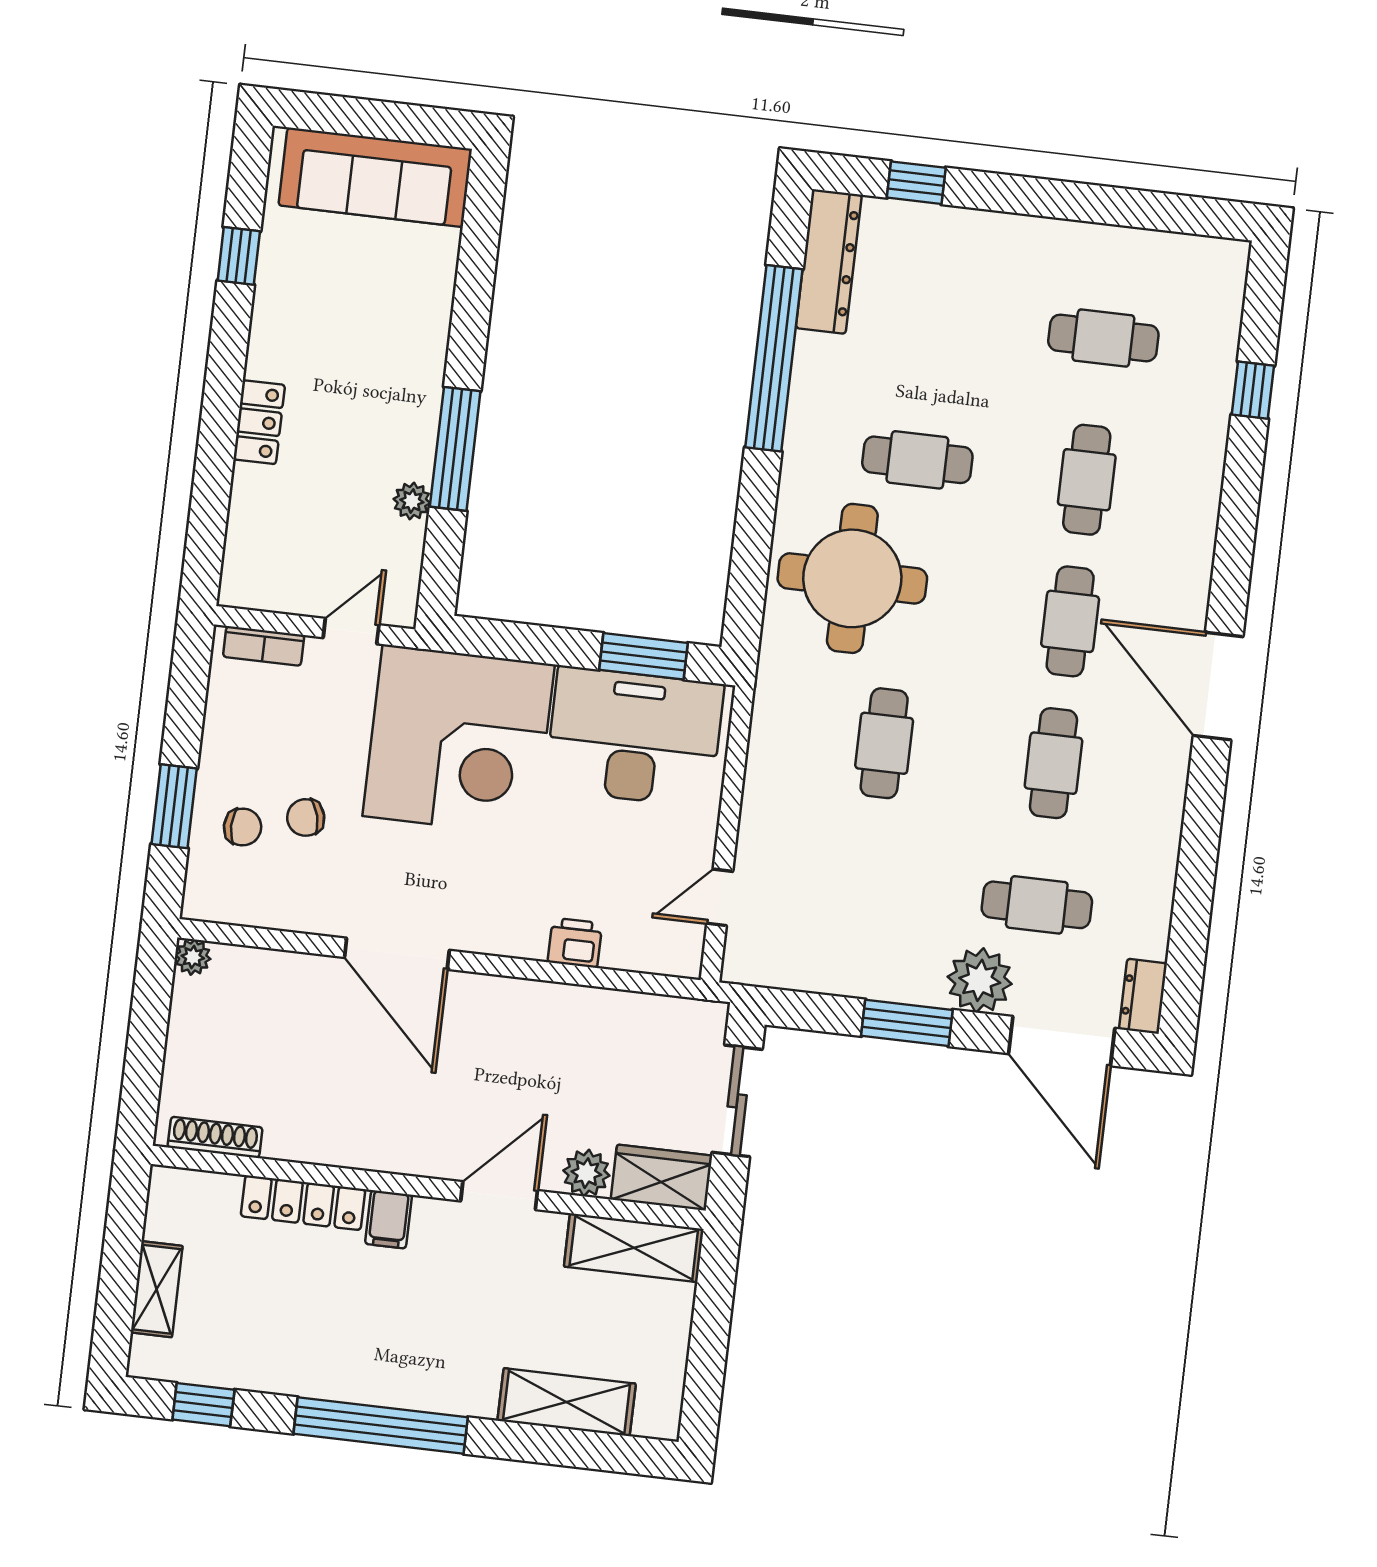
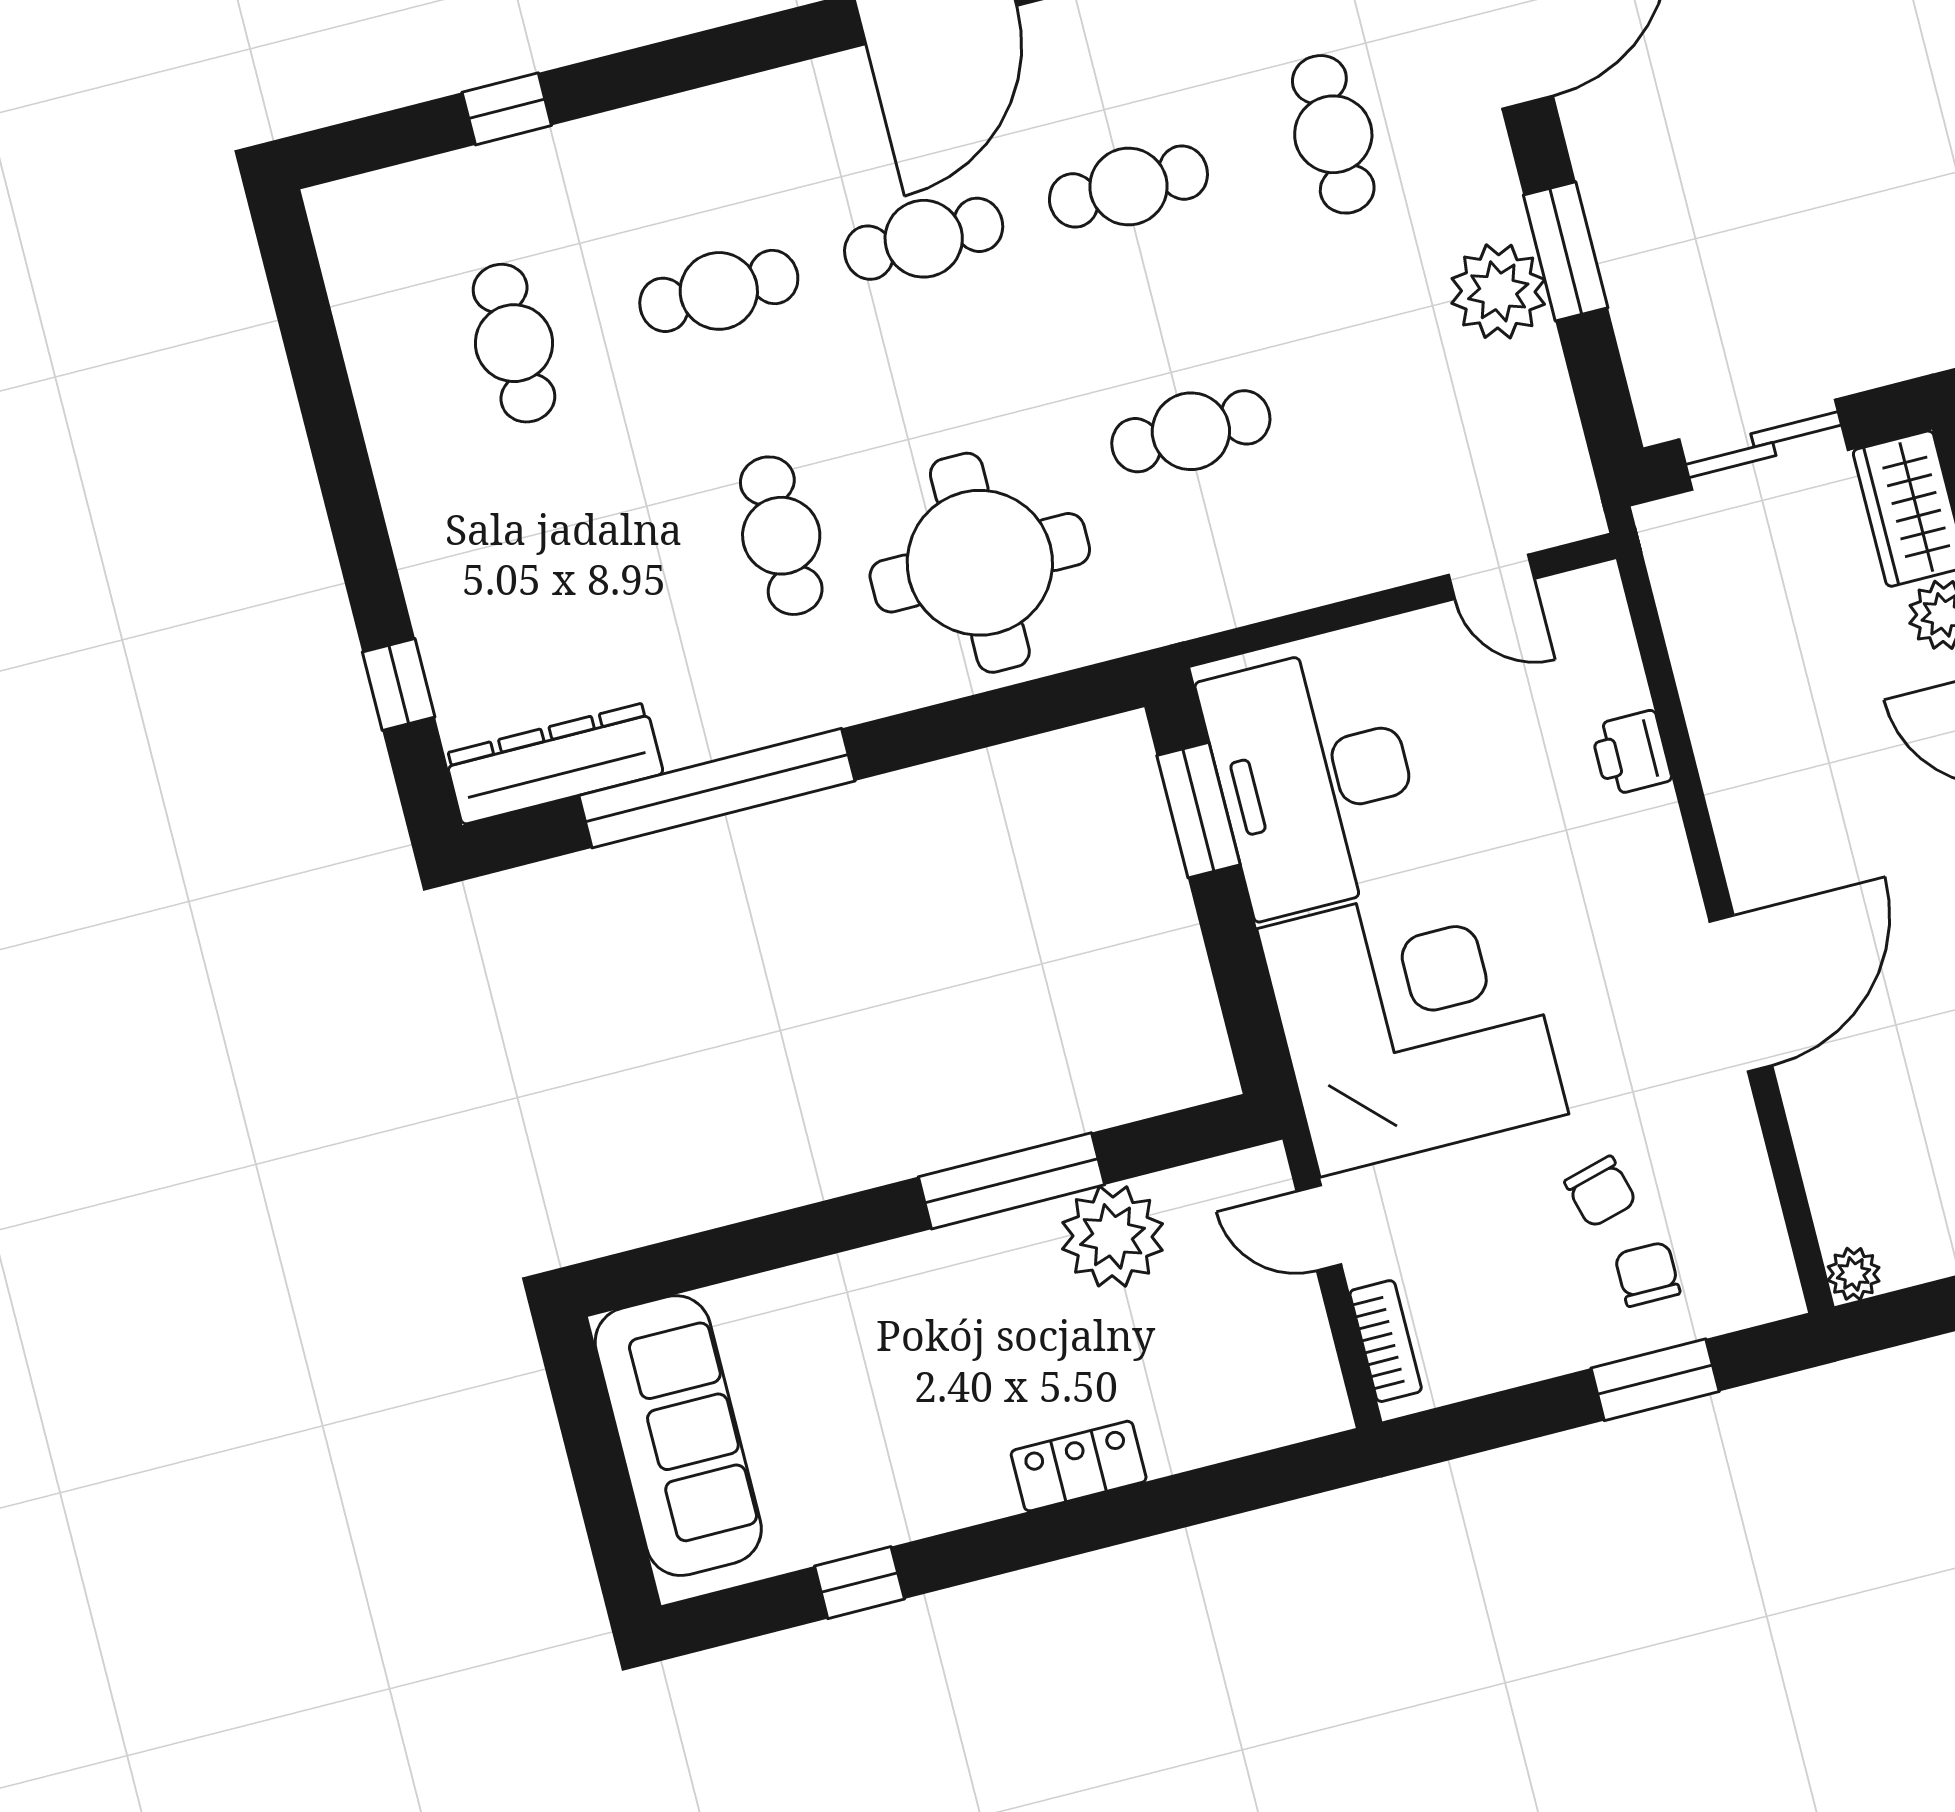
plant: (412, 501) -> (1113, 1236), width x1.88, depth x1.88
plant: (980, 980) -> (1498, 291), moved

